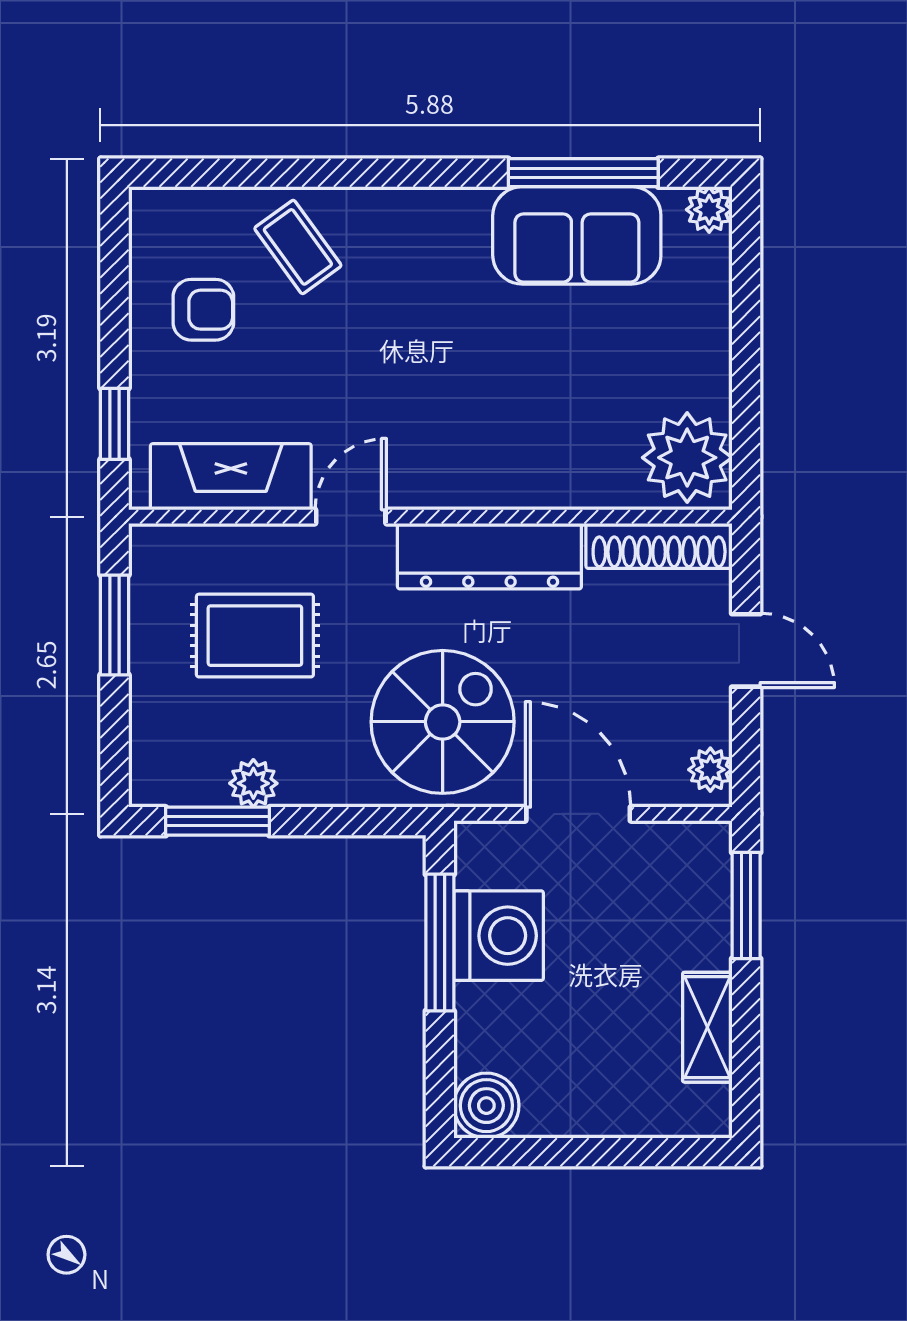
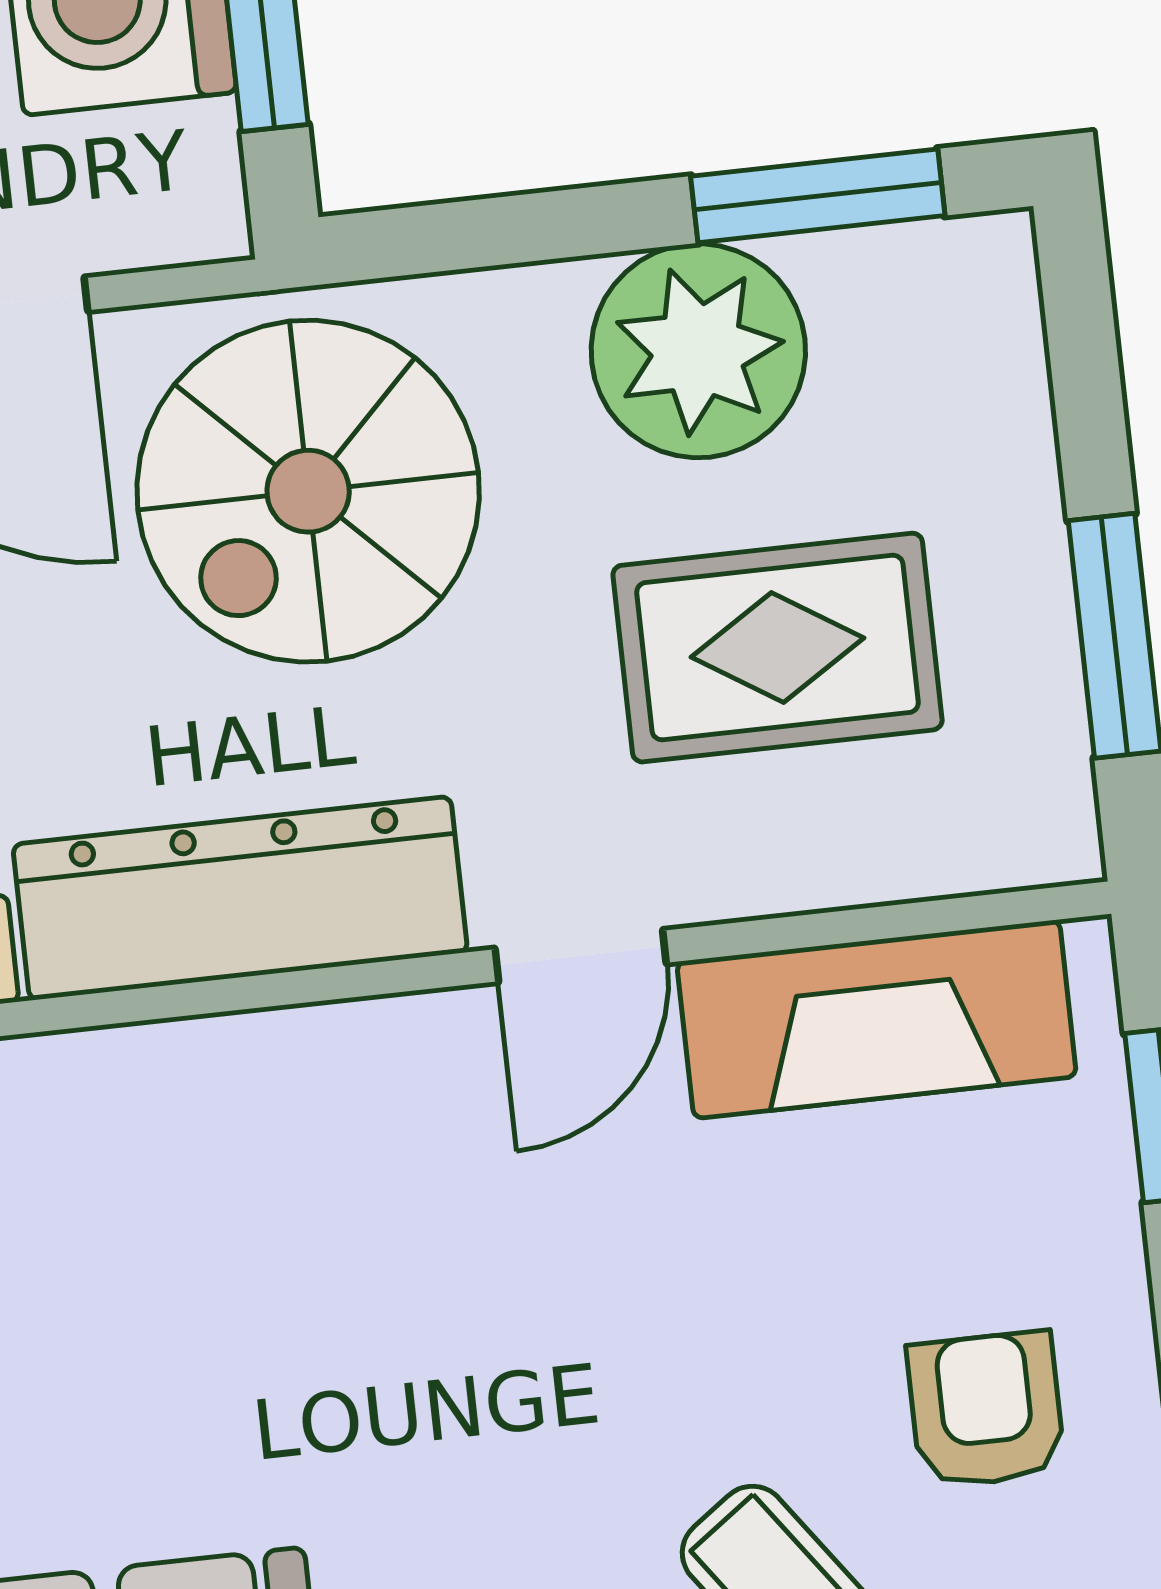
armchair: (203, 310) -> (986, 1410), turned 90
plant: (253, 783) -> (698, 351), width x1.88, depth x1.88

